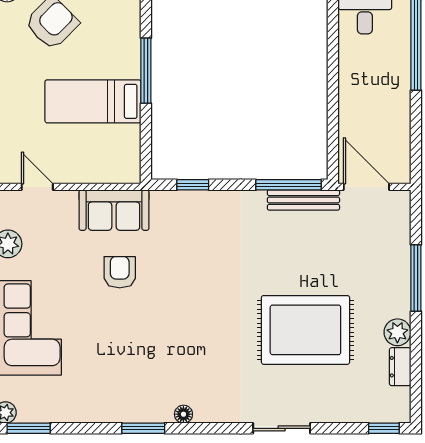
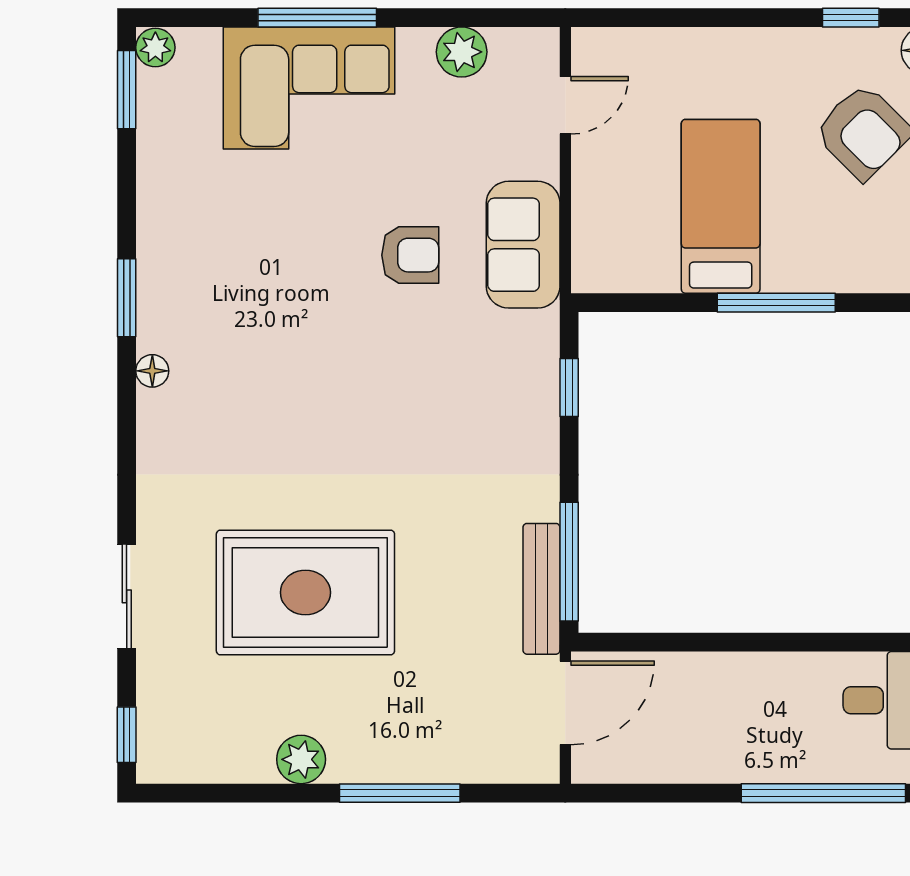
rug: (305, 330) -> (305, 592), turned 90
dresser: (400, 367) -> (239, 764), removed
sliding door: (282, 428) -> (127, 596), moved

